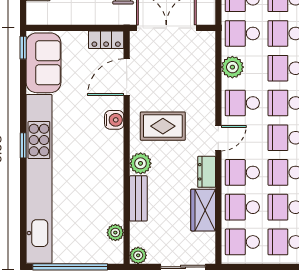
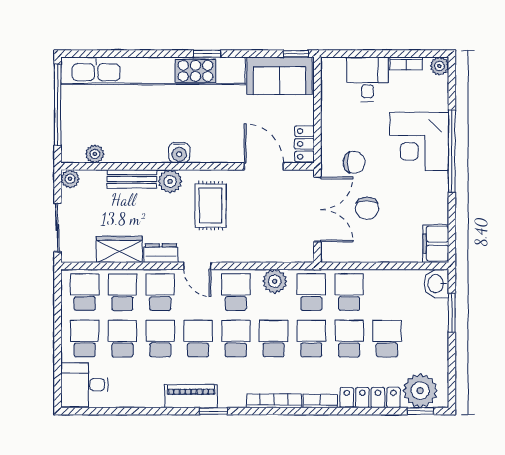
water cooler: (114, 120) -> (179, 153), moved
window: (23, 145) -> (207, 54), moved

